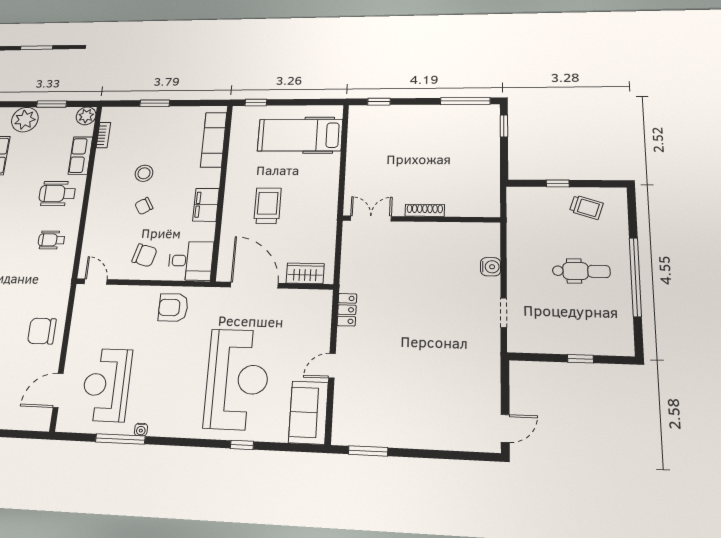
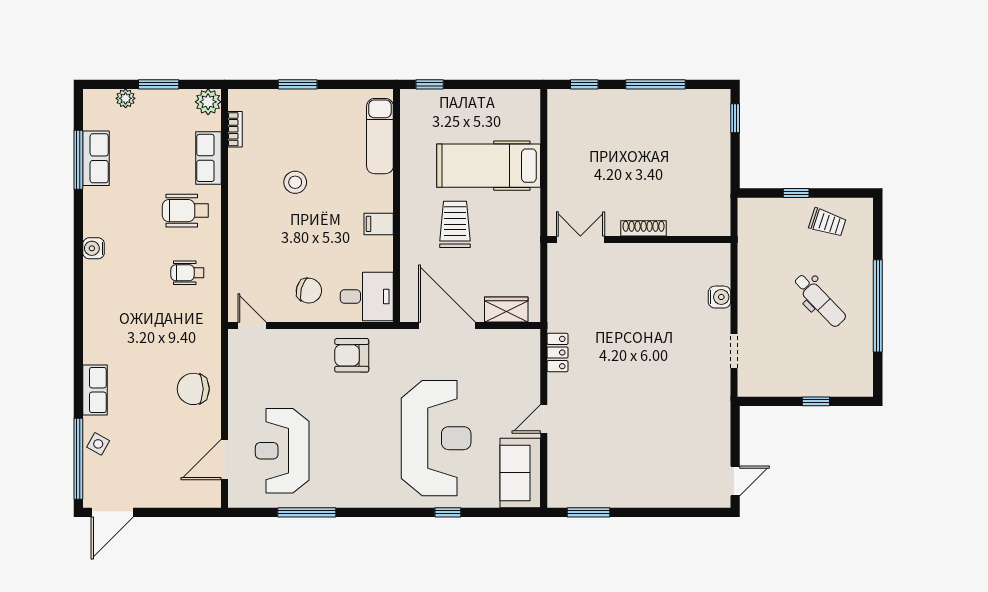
window: (465, 101) -> (656, 84), moved
plant: (25, 120) -> (126, 98), width x0.53, depth x0.53
hospital bed: (300, 135) -> (489, 166), moved
filing cabinet: (206, 205) -> (379, 224), width x0.50
chair: (144, 206) -> (300, 226), removed
dental chair: (581, 271) -> (820, 300), turned 46
water cooler: (141, 430) -> (330, 501), removed

